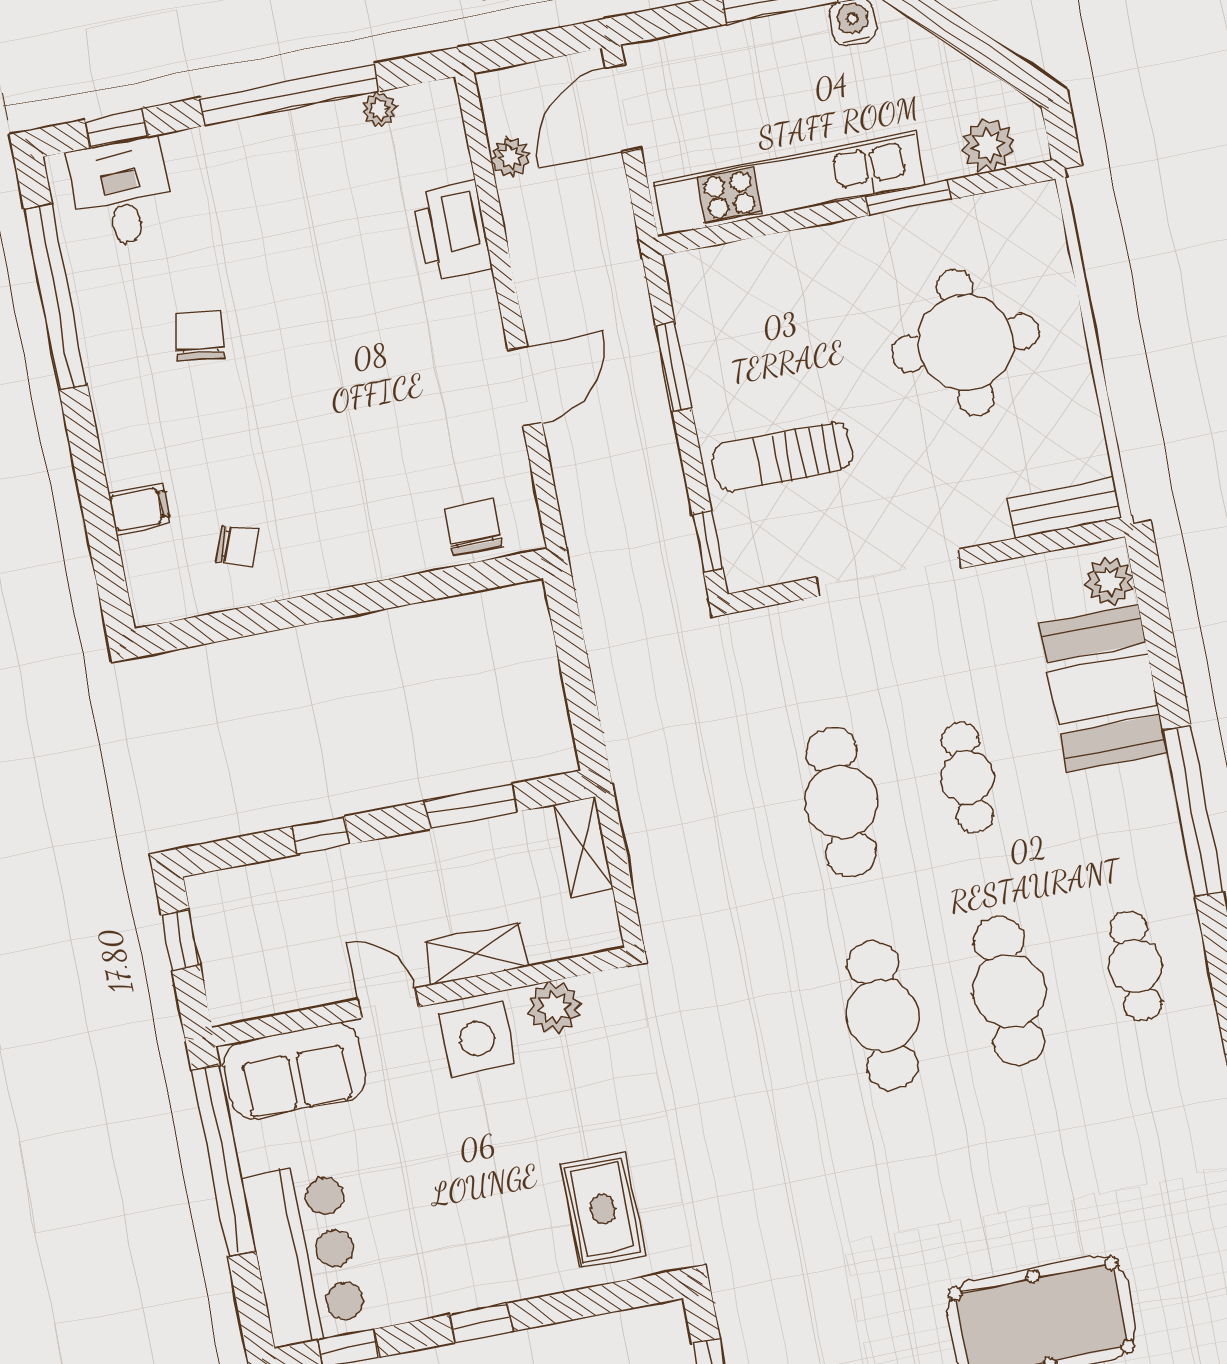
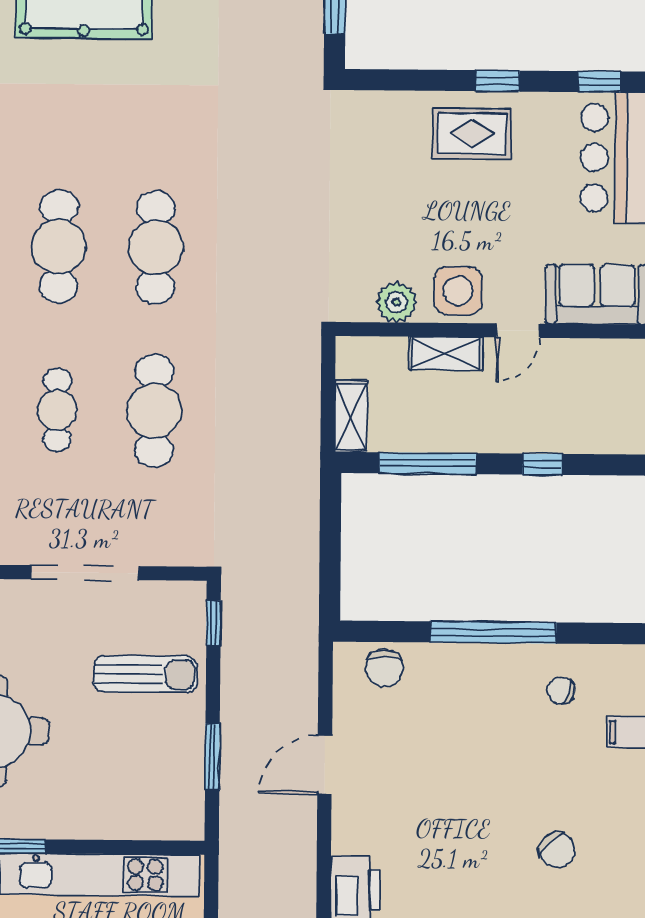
chair: (199, 337) -> (557, 850), turned -54
window: (341, 603) -> (493, 632), added
window: (471, 806) -> (428, 463), width x1.44
door: (388, 1003) -> (518, 331), hinge flipped
rug: (603, 1209) -> (472, 134), moved, turned 90

